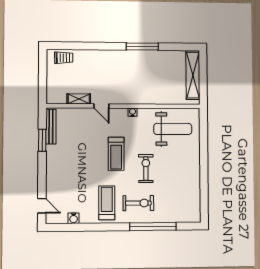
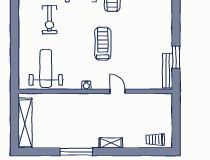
shelving: (79, 99) -> (111, 143), moved
weight bench: (173, 129) -> (46, 68), turned 90
exercise bike: (146, 168) -> (49, 20), moved

